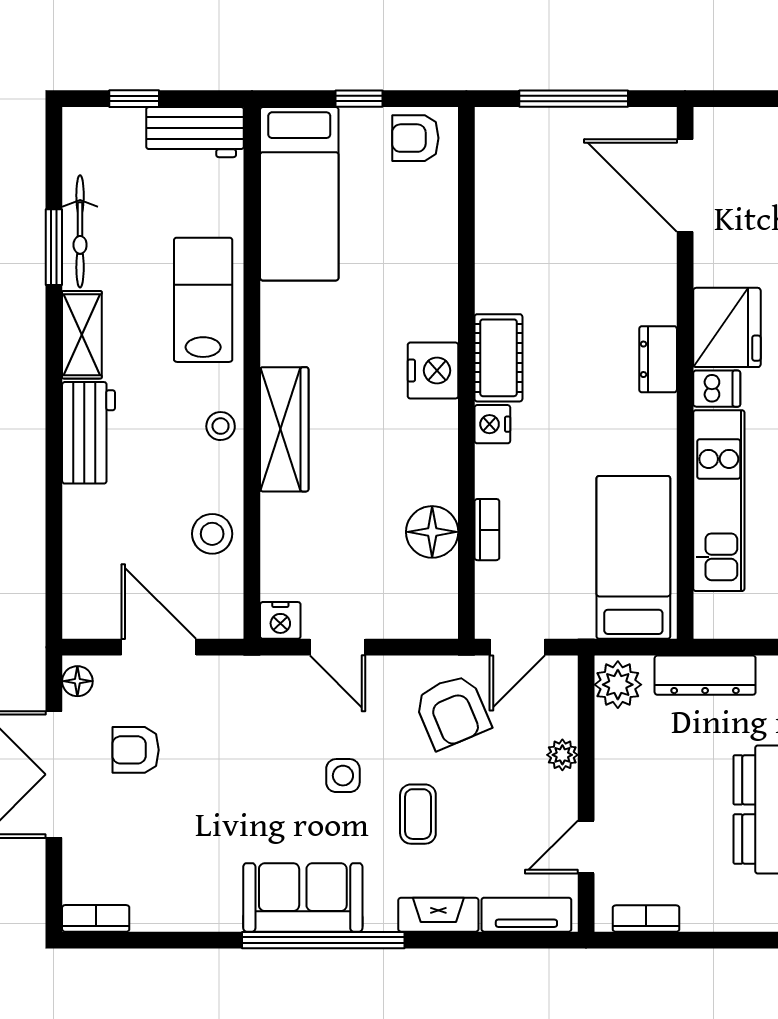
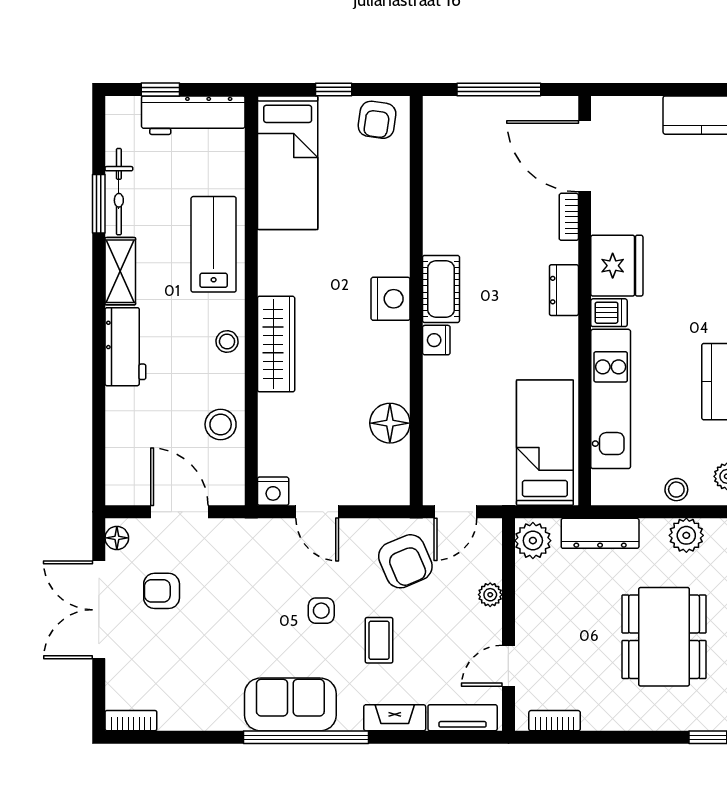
workbench: (195, 132) -> (193, 115), width x1.37
armchair: (415, 138) -> (377, 120), turned -82
bookcase: (487, 530) -> (569, 217), moved, turned 180

